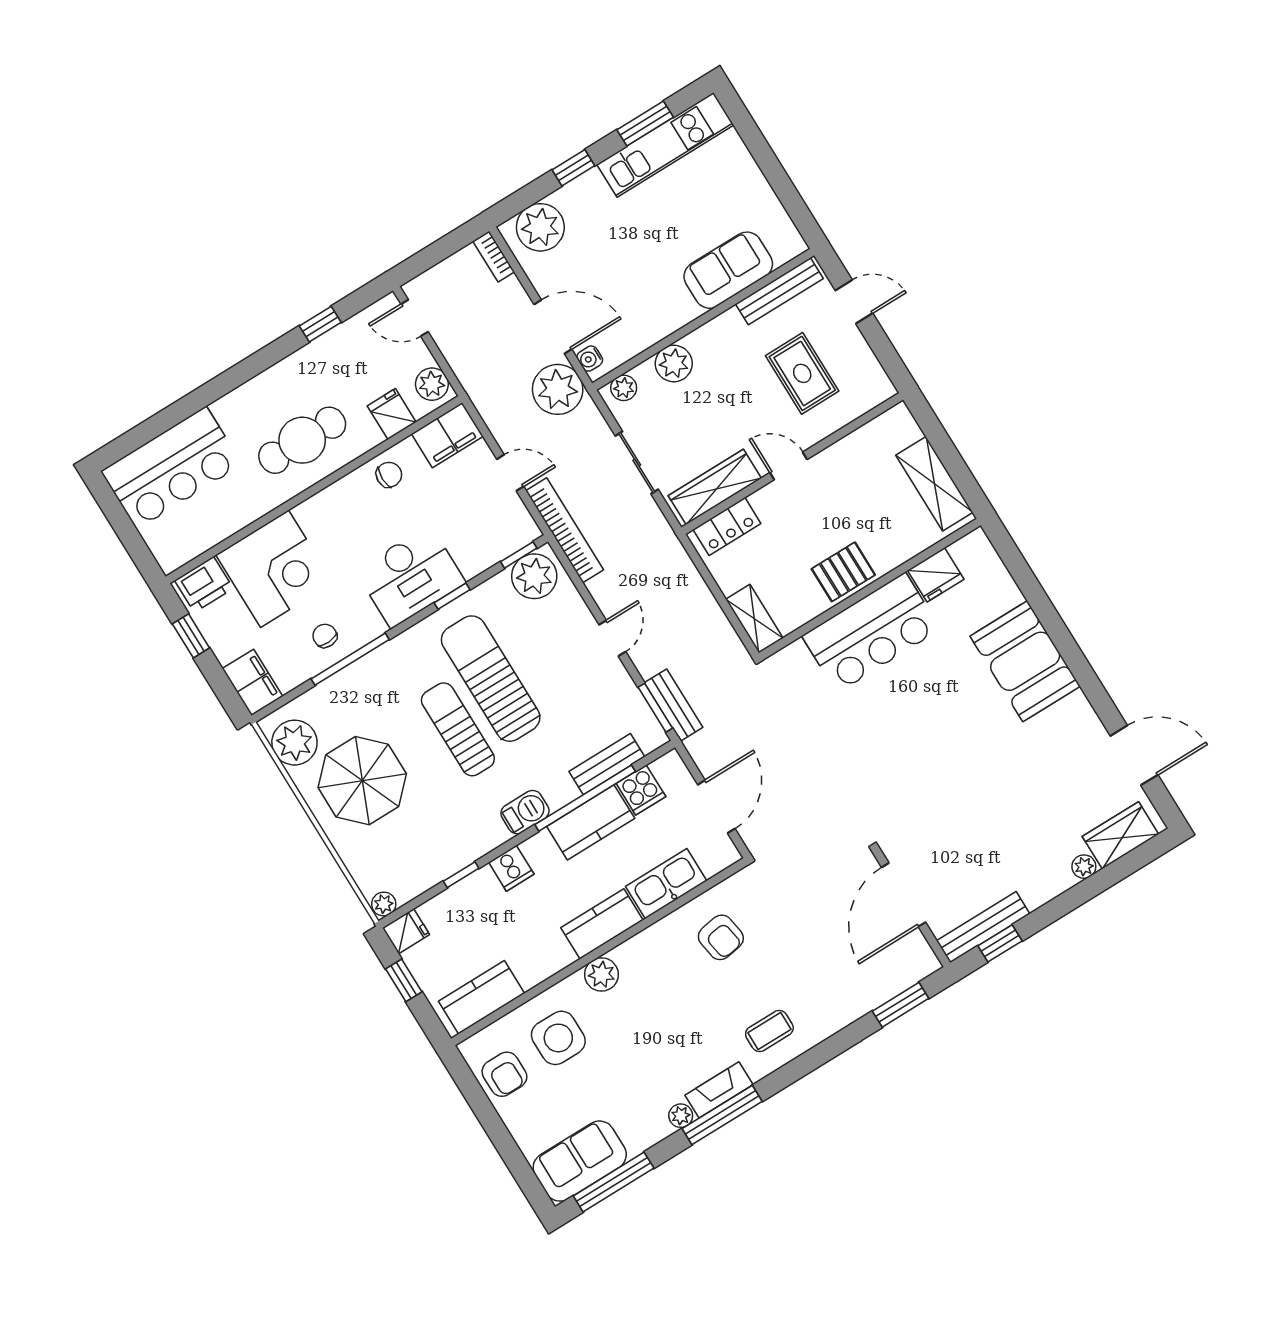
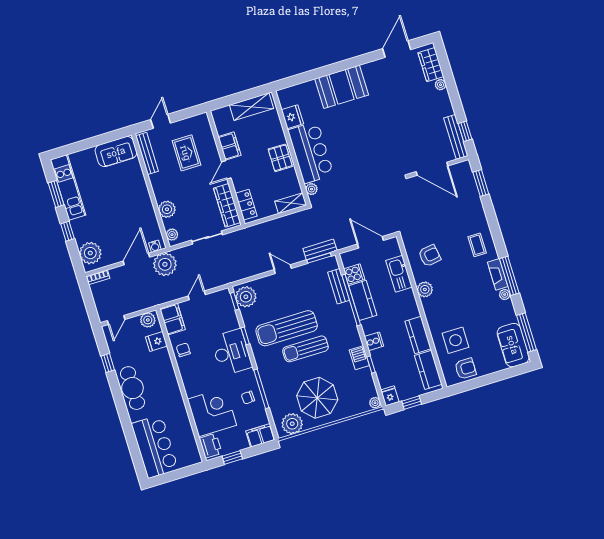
sofa: (728, 270) -> (116, 152), moved, turned -90
rug: (802, 373) -> (186, 153), turned 90
cafe table: (302, 440) -> (132, 388), moved
filing cabinet: (840, 459) -> (229, 146), added
bookcase: (565, 530) -> (229, 278), removed
plant: (795, 654) -> (312, 189), added
barbecue: (525, 812) -> (359, 358), moved
kitchen counter: (602, 924) -> (418, 335), moved
plant: (601, 974) -> (425, 289), moved

